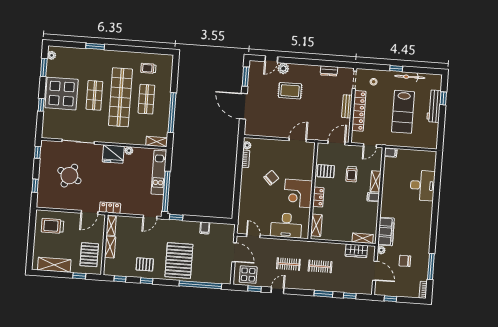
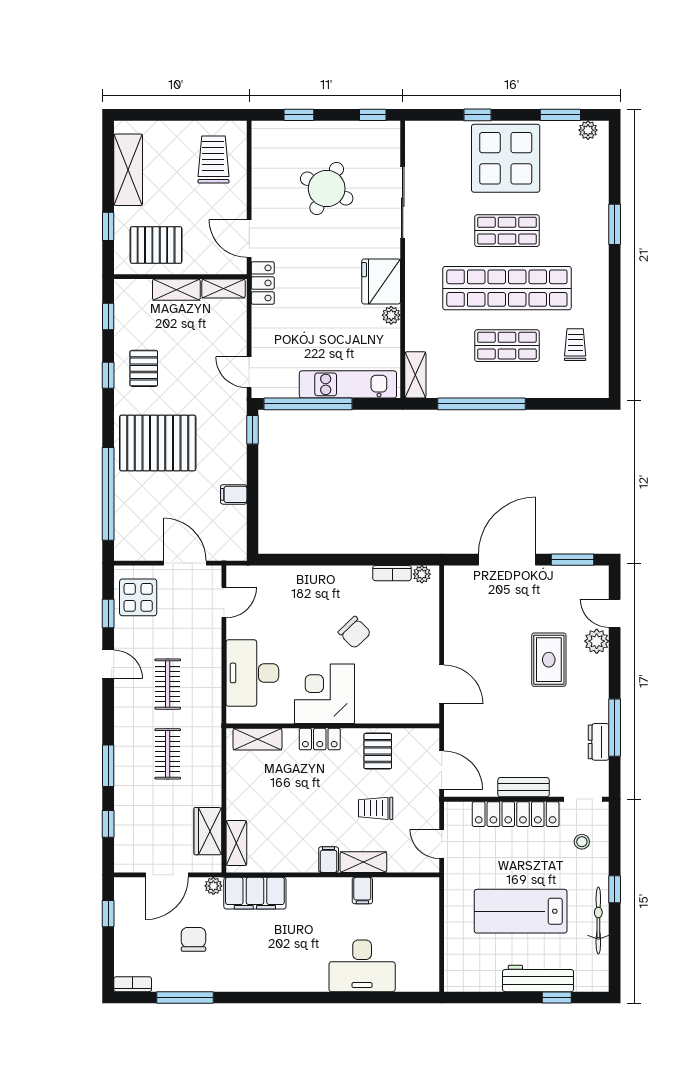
window: (323, 63) -> (615, 728), added
filing cabinet: (391, 152) -> (362, 891), moved
door: (234, 252) -> (185, 563), swing flipped

